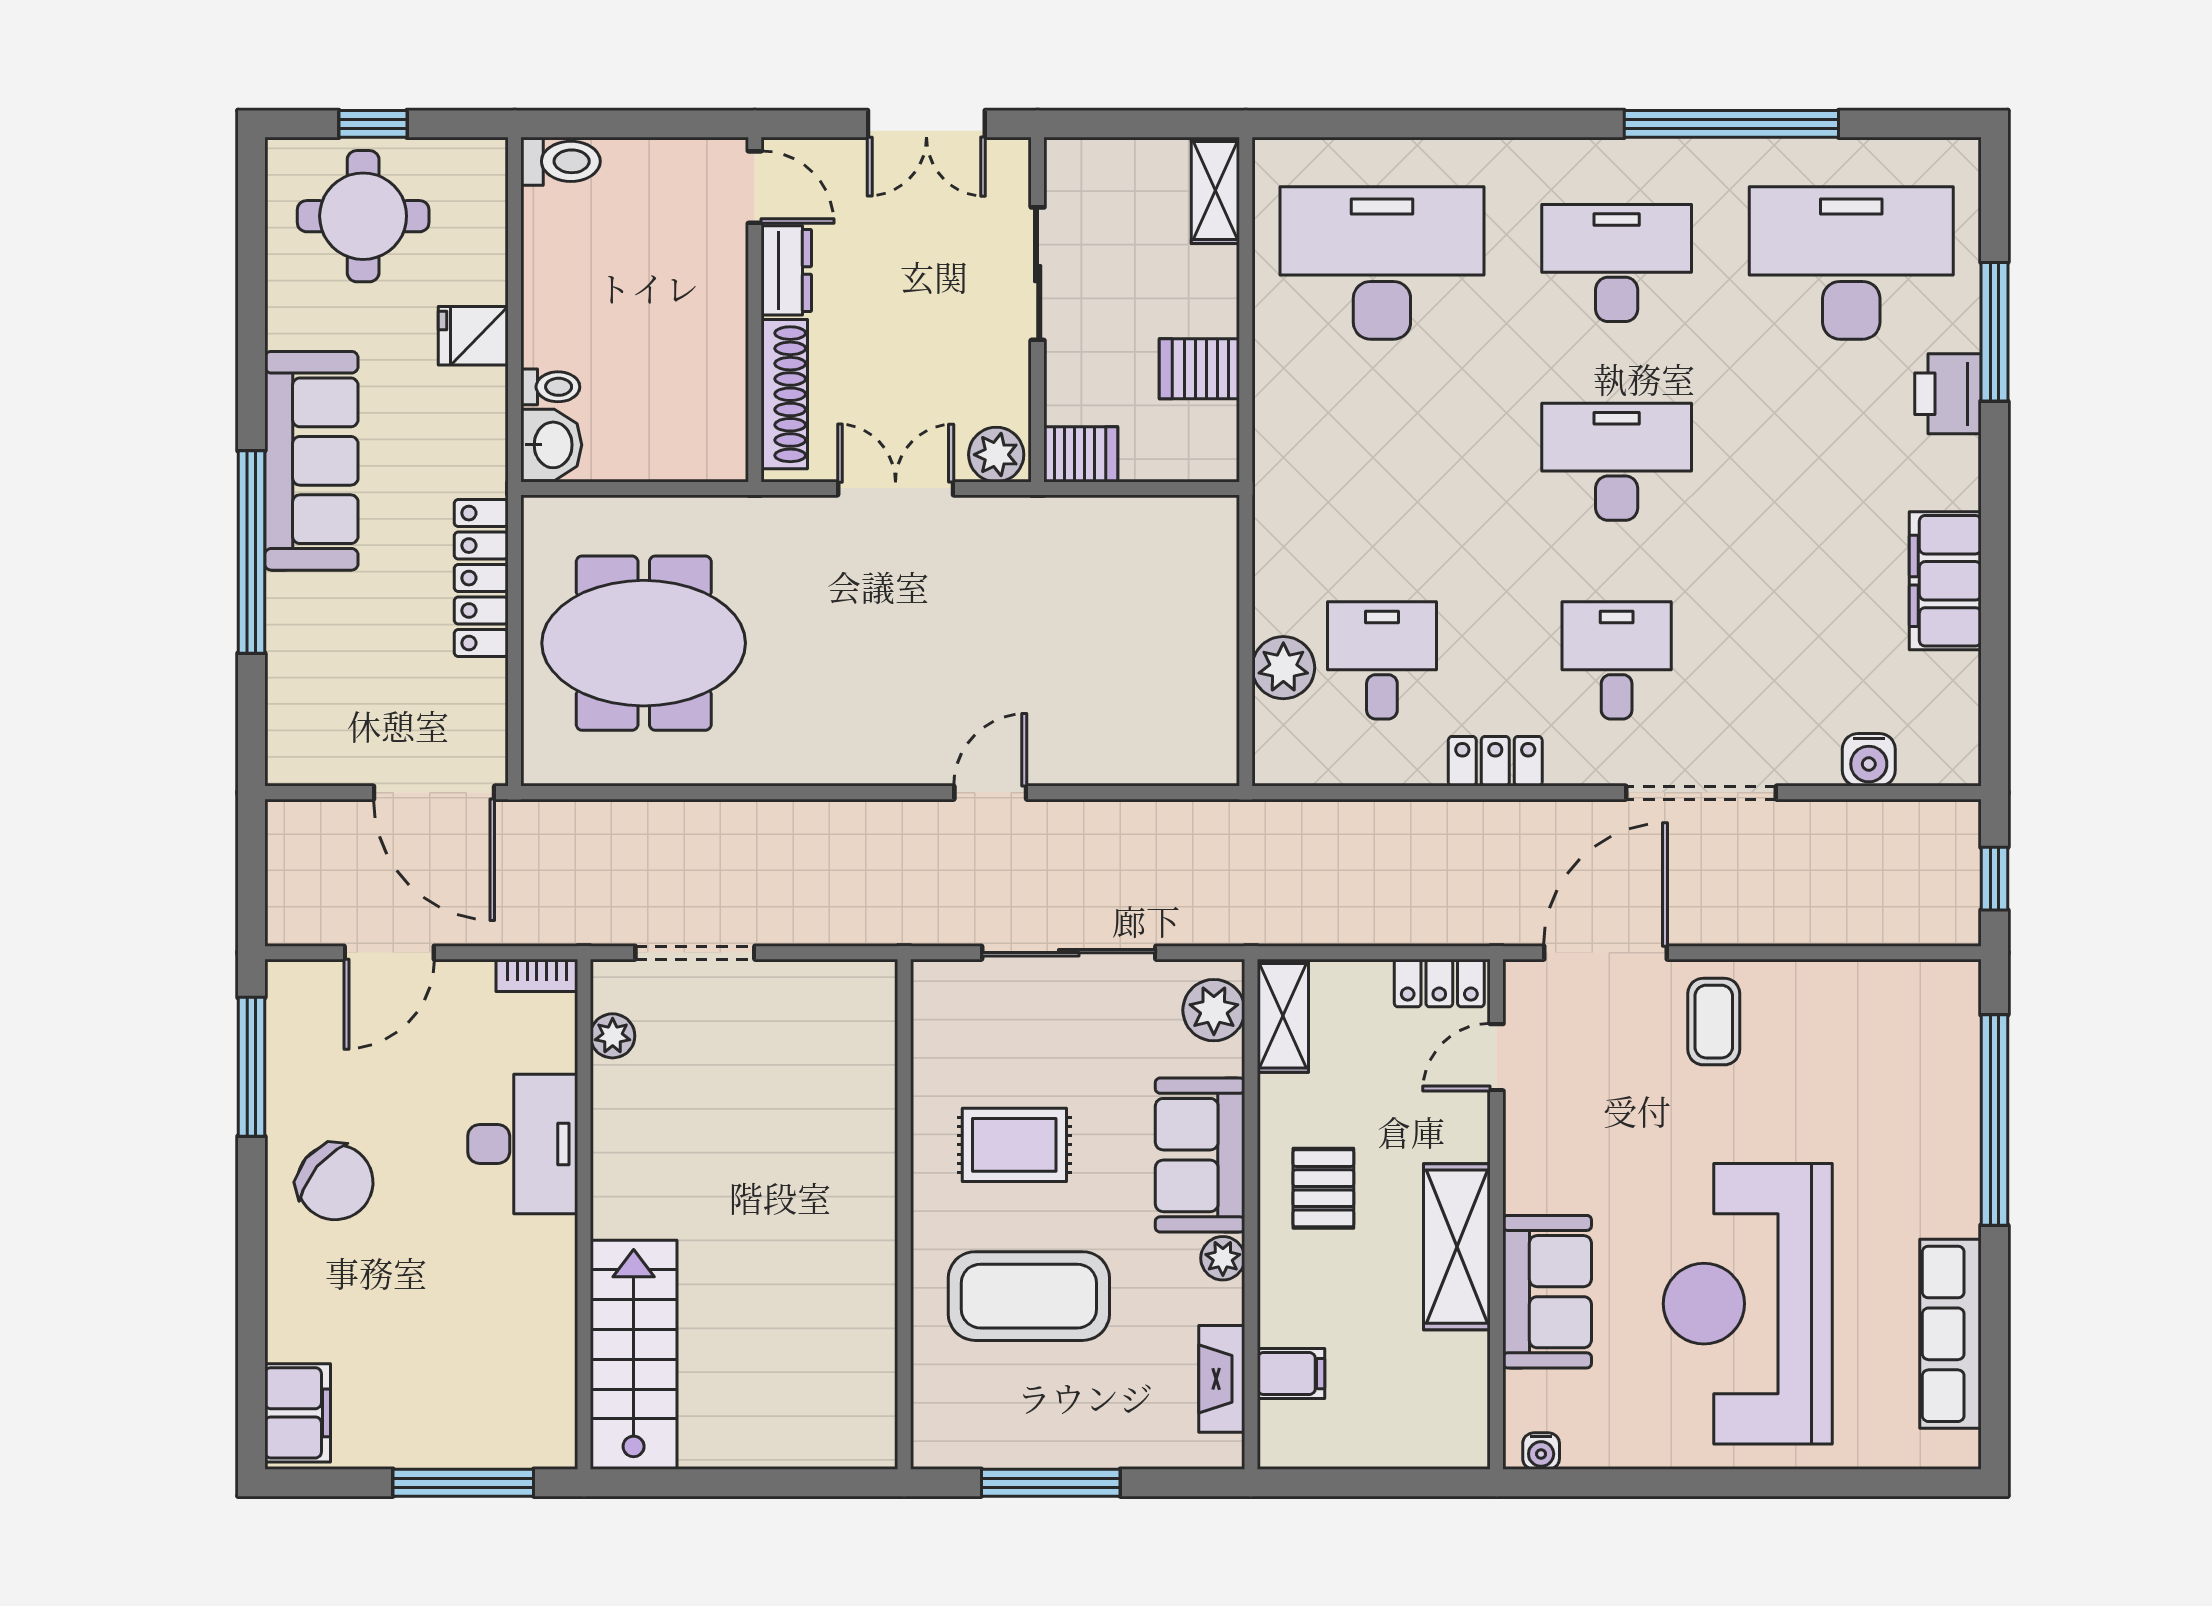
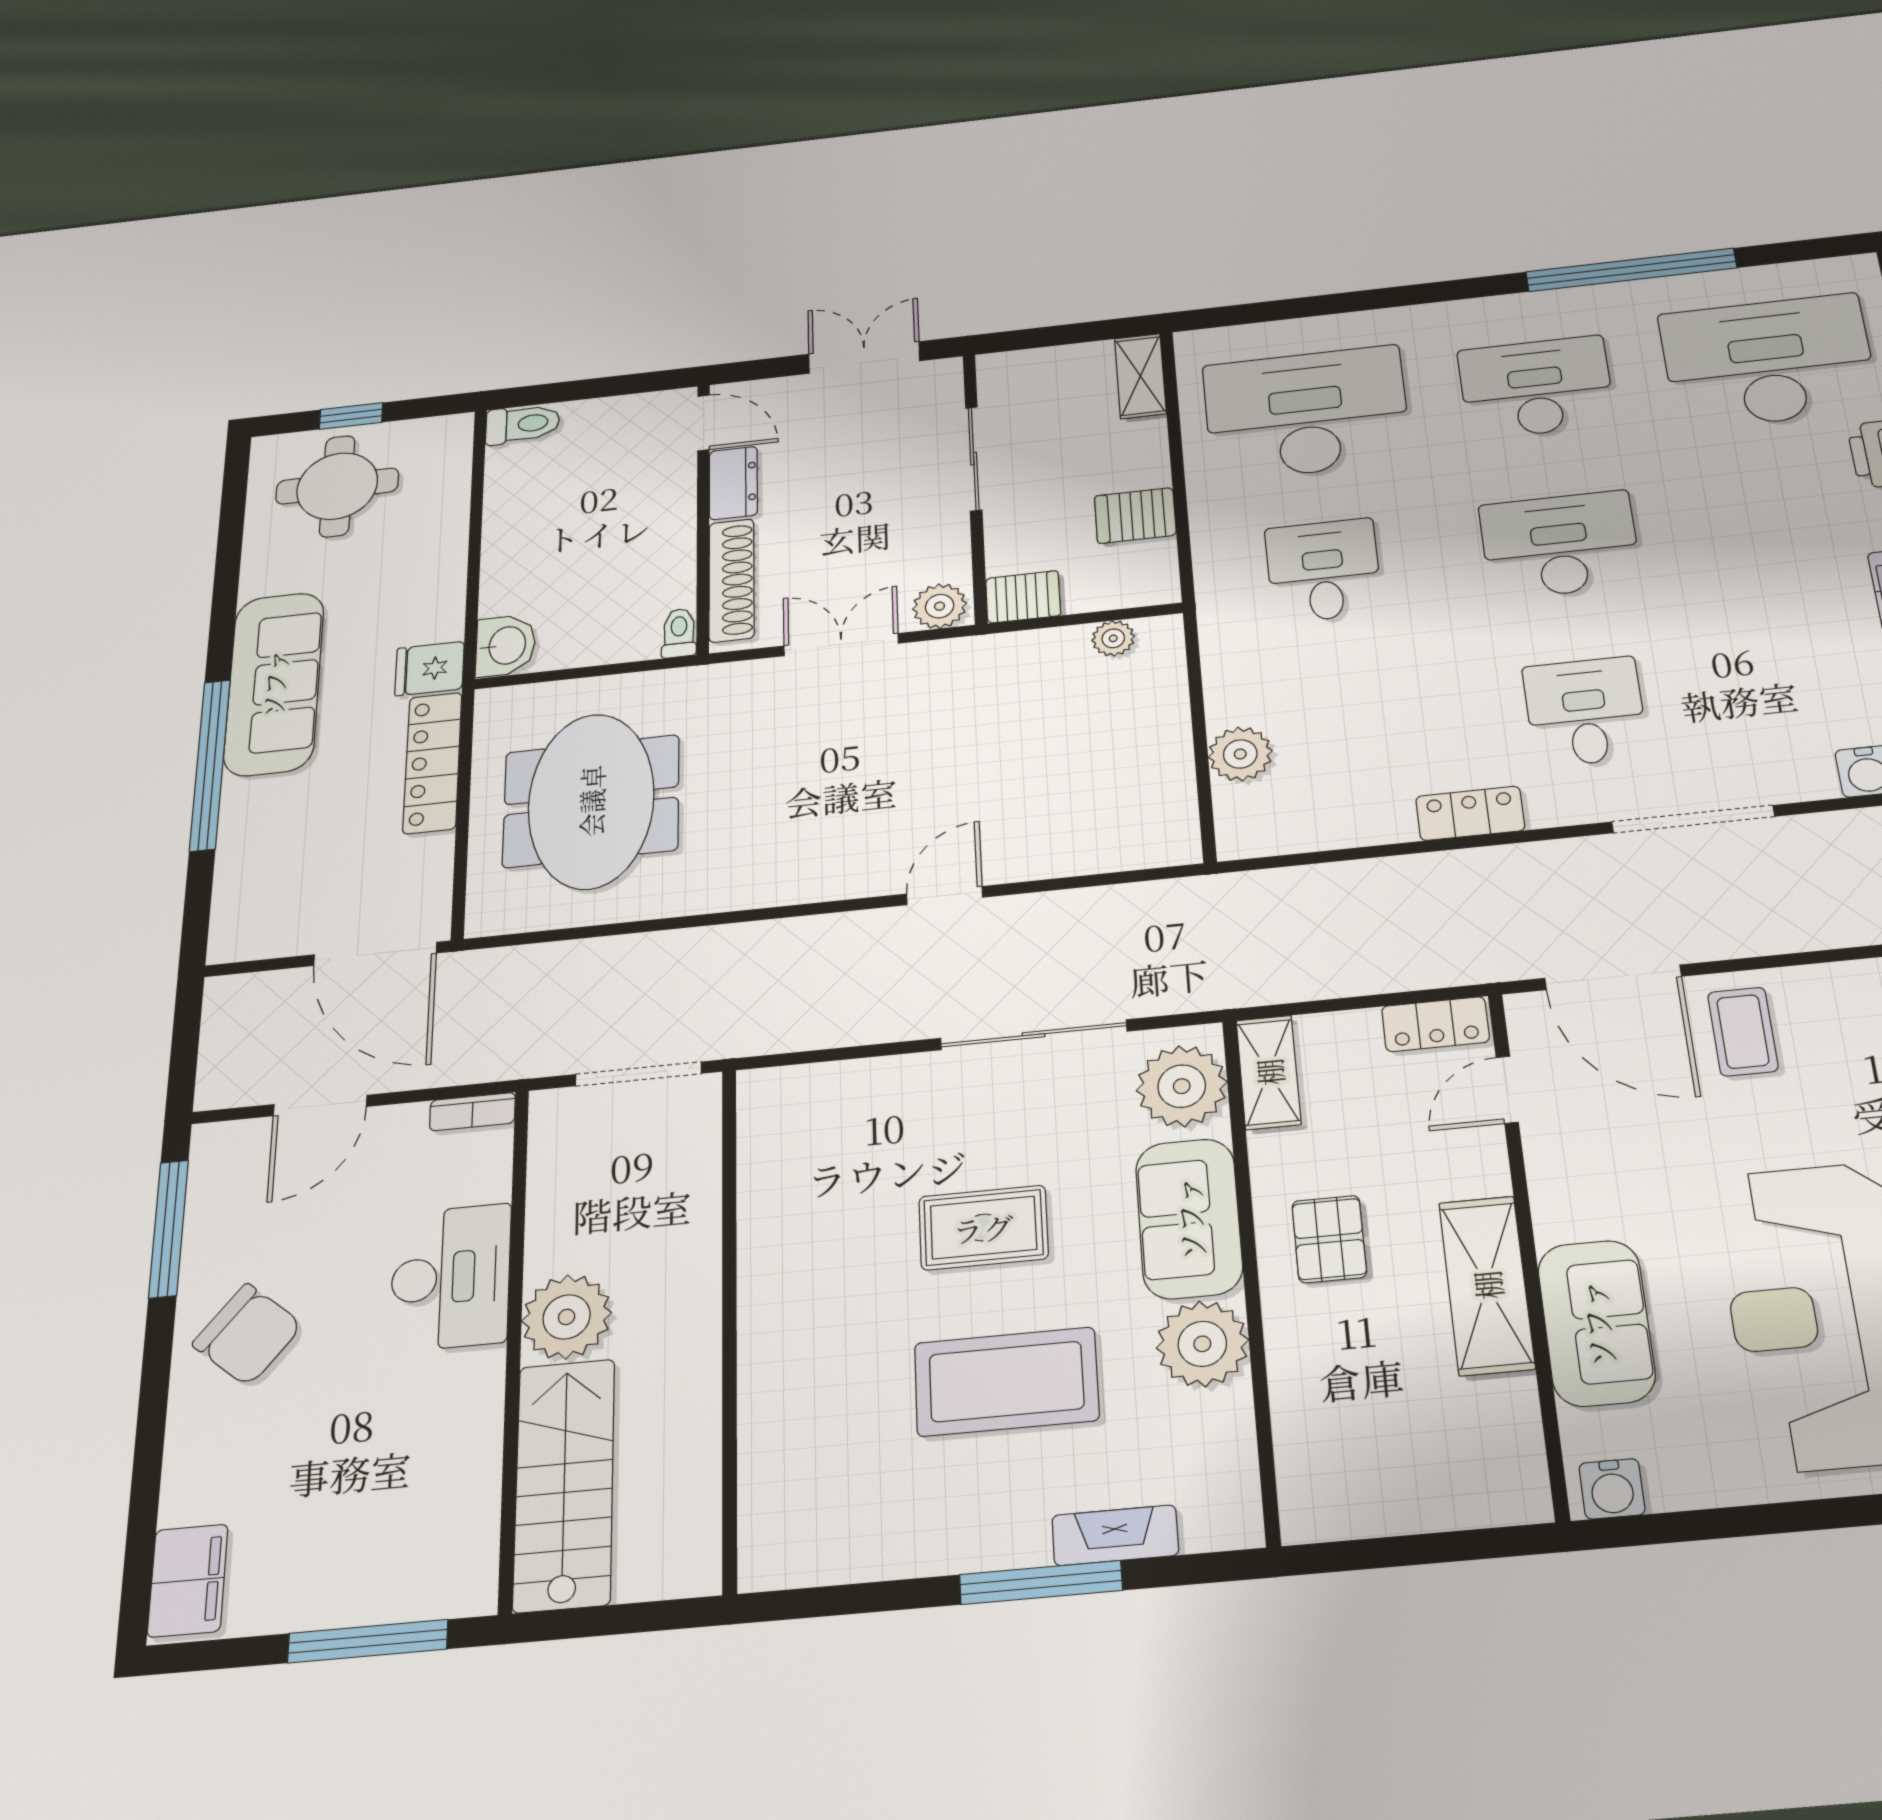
double door: (926, 124) -> (864, 357), swing flipped
fridge: (473, 336) -> (429, 669), moved
toilet: (550, 387) -> (679, 633), moved, turned -90
plant: (1168, 516) -> (1113, 638), added
meeting table: (644, 643) -> (591, 801), turned 90
desk: (1382, 660) -> (1323, 570), moved
door: (1606, 953) -> (1613, 977), swing flipped
plant: (1214, 1010) -> (1182, 1086), width x1.36, depth x1.36
plant: (613, 1036) -> (567, 1317), moved, width x1.88, depth x1.88
wall: (904, 1214) -> (729, 1322), moved
plant: (1223, 1258) -> (1202, 1344), width x1.87, depth x1.87
filing cabinet: (1291, 1374) -> (1311, 1437), removed
fireplace: (1222, 1379) -> (1115, 1535), moved, turned 90
water cooler: (1541, 1451) -> (1612, 1489), width x1.38, depth x1.38

